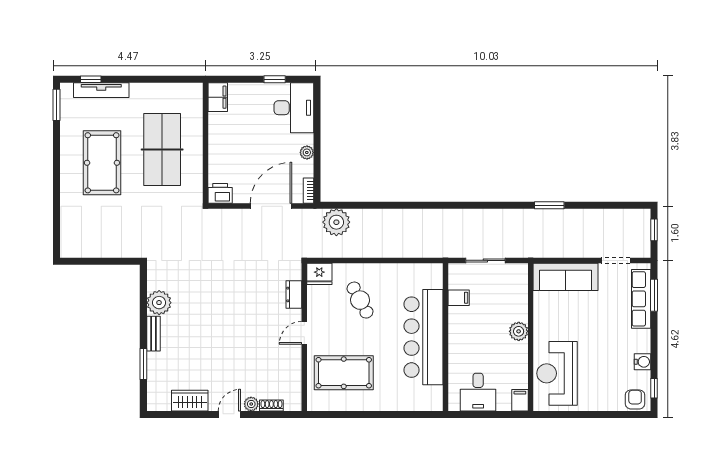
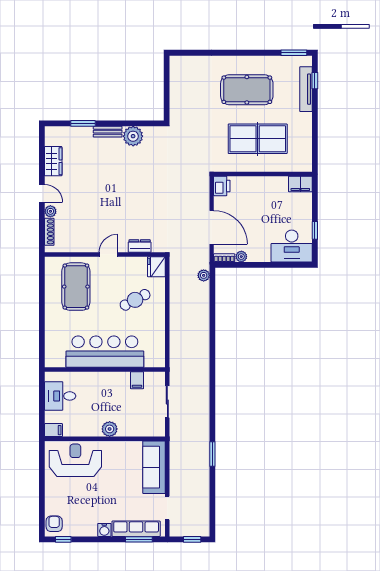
plant: (307, 152) -> (241, 257), moved
plant: (336, 222) -> (204, 275), width x0.53, depth x0.53
door: (304, 333) -> (108, 254), hinge flipped
water cooler: (643, 362) -> (104, 530), moved
armchair: (635, 399) -> (54, 524), turned -90
shoe rack: (271, 405) -> (49, 232), width x1.43

